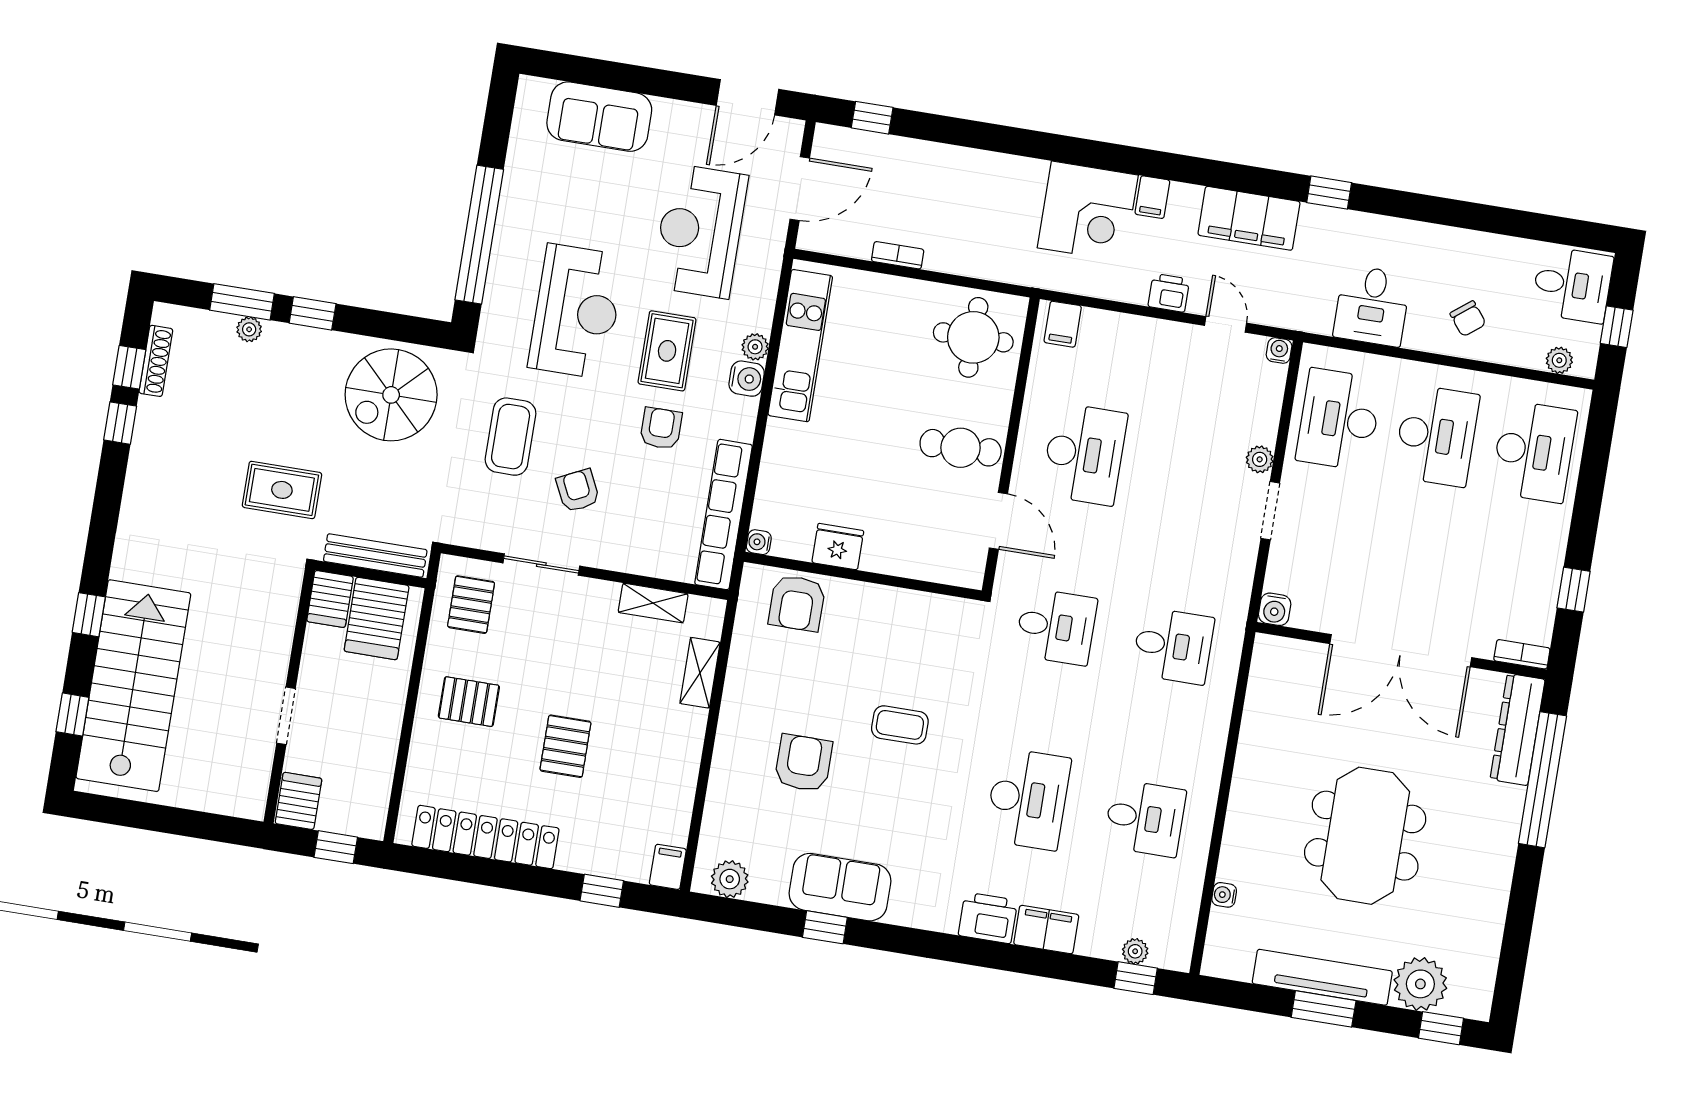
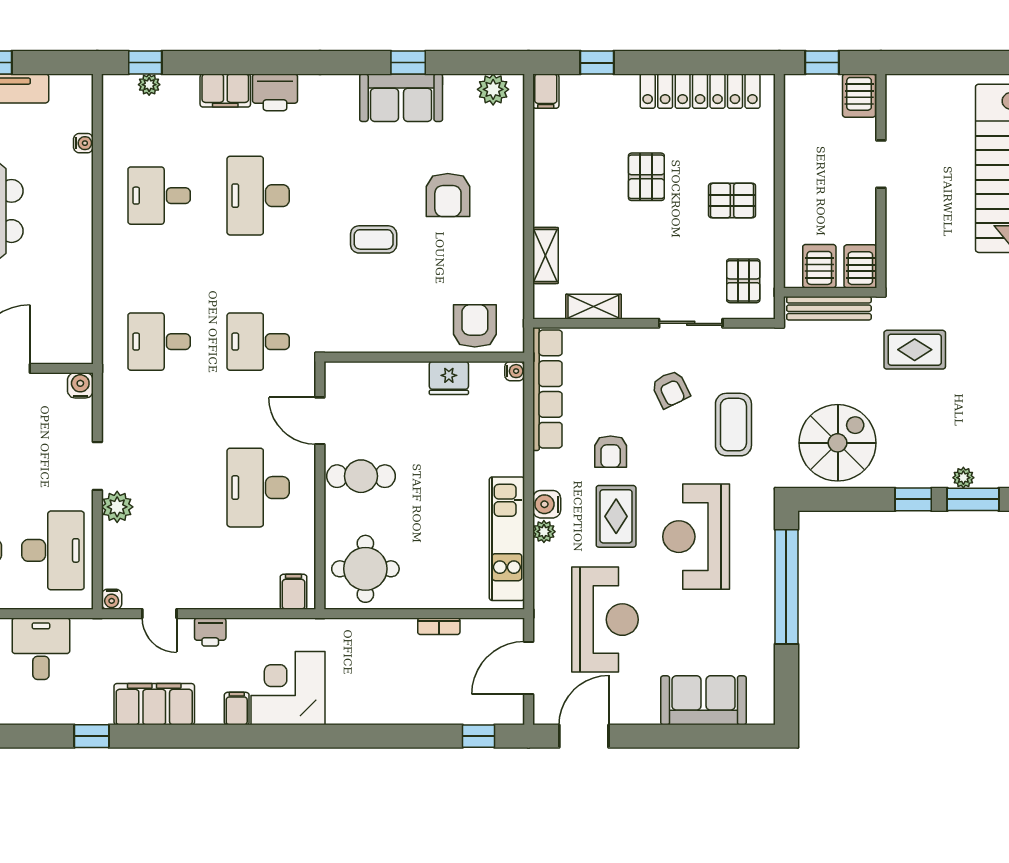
plant: (1260, 459) -> (117, 507), width x1.38, depth x1.38
server rack: (377, 618) -> (819, 266), width x0.73, depth x0.70

